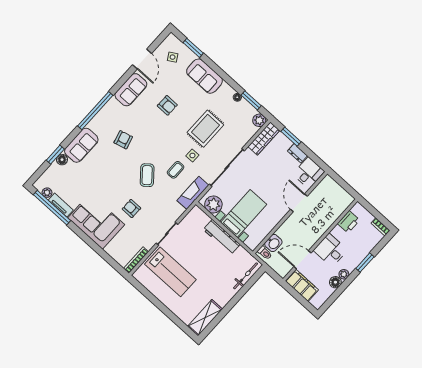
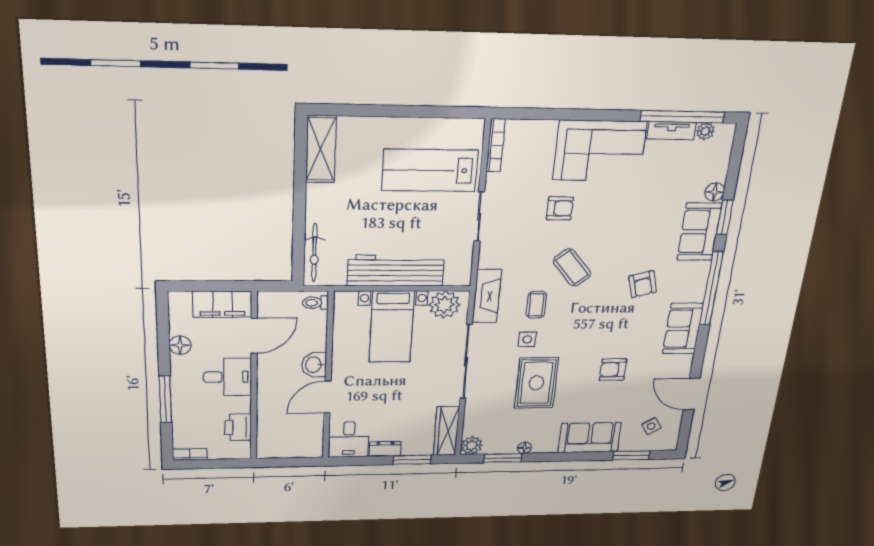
sofa: (131, 90) -> (683, 329), moved
window: (55, 155) -> (725, 217), moved
door: (299, 203) -> (327, 397), swing flipped
workbench: (222, 237) -> (396, 271), width x1.36, depth x1.32
washbasin: (273, 243) -> (314, 365), moved
window: (365, 263) -> (165, 399), width x1.44
plant: (344, 274) -> (179, 364), removed

